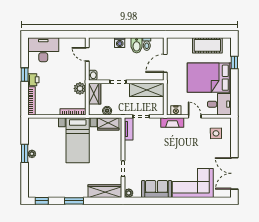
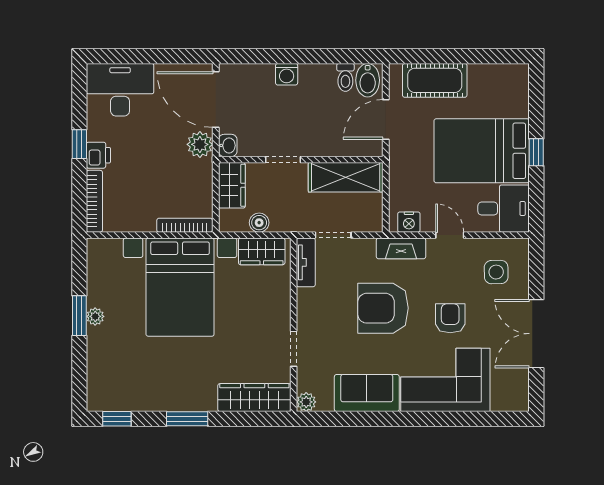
bidet: (137, 45) -> (368, 80), moved
cot: (207, 45) -> (435, 80), moved
door: (87, 54) -> (216, 100), width x1.88
window: (234, 62) -> (536, 152), moved
plant: (80, 88) -> (200, 144), moved
bed with nightstands: (78, 140) -> (180, 287), width x1.36
armchair: (164, 150) -> (383, 308), added
armchair: (195, 155) -> (450, 318), added
double door: (234, 173) -> (536, 334), moved

